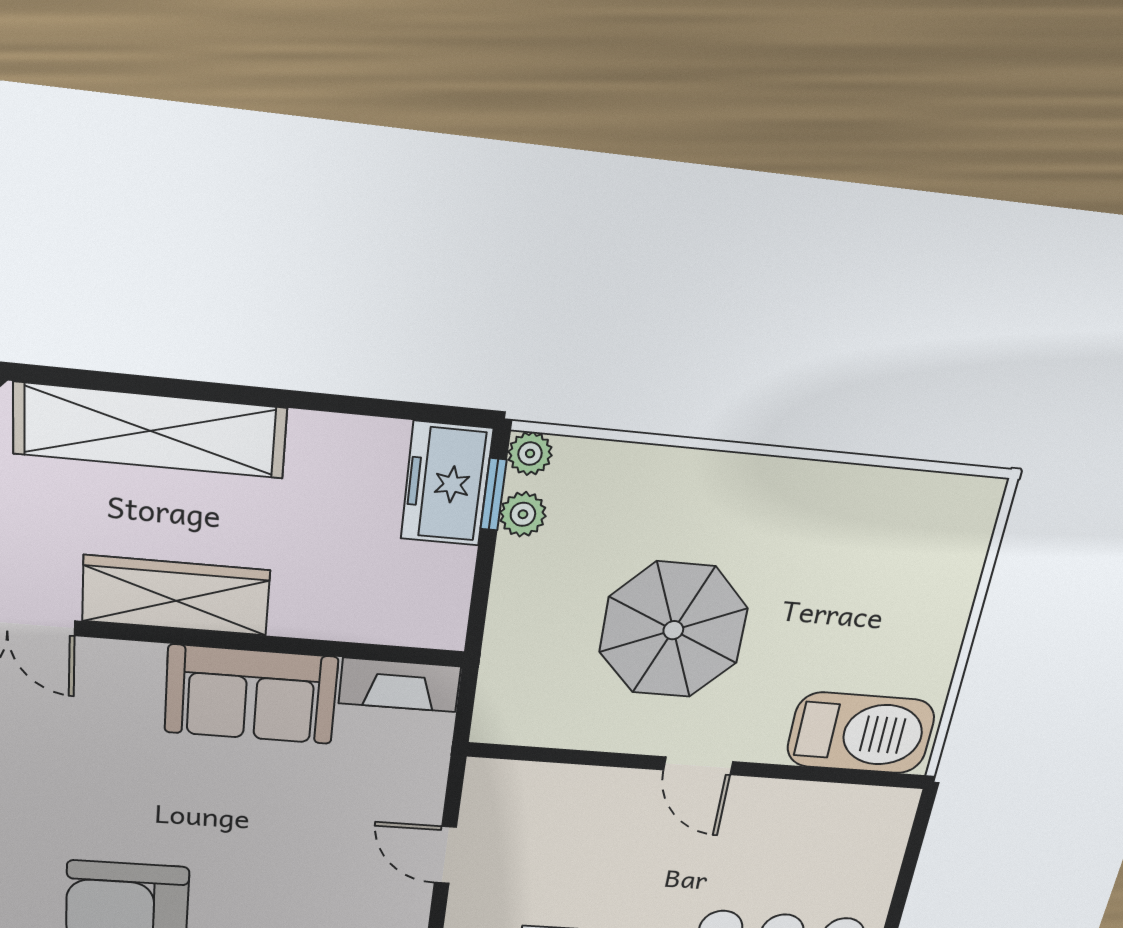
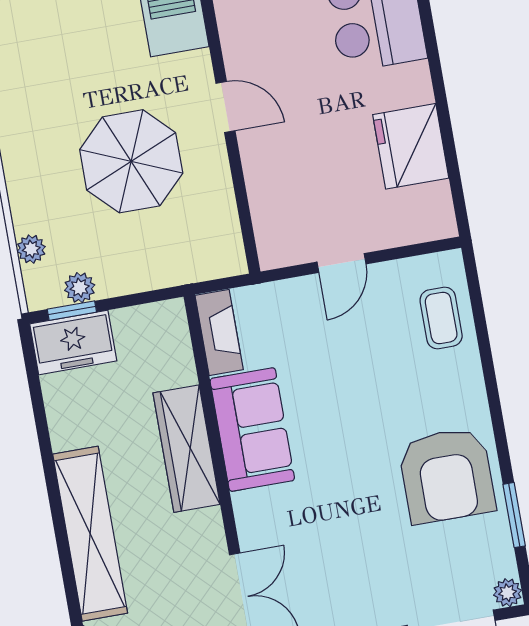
plant: (530, 454) -> (31, 249), moved
wardrobe: (176, 596) -> (186, 449), moved
door: (698, 766) -> (226, 107), hinge flipped

